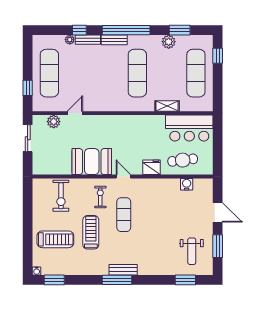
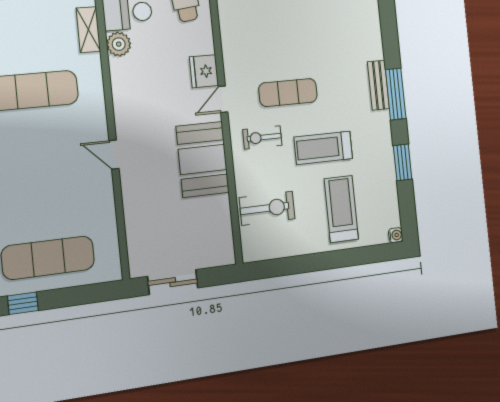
window: (28, 88) -> (23, 303), moved
door: (75, 113) -> (114, 155), moved
plant: (54, 122) -> (119, 44), moved
fridge: (151, 167) -> (204, 71), moved
window: (54, 280) -> (403, 162), moved

